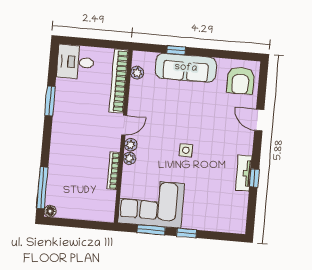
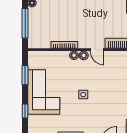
corner sofa: (151, 203) -> (44, 92), moved
window: (78, 224) -> (25, 23), added
window: (187, 233) -> (25, 111), moved

